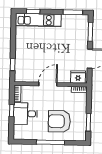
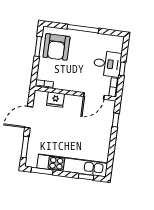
kitchen unit: (38, 20) -> (72, 165), width x1.36
fridge: (78, 77) -> (55, 100), moved
door: (48, 84) -> (94, 96), moved
armchair: (59, 121) -> (56, 47), moved, turned 90

